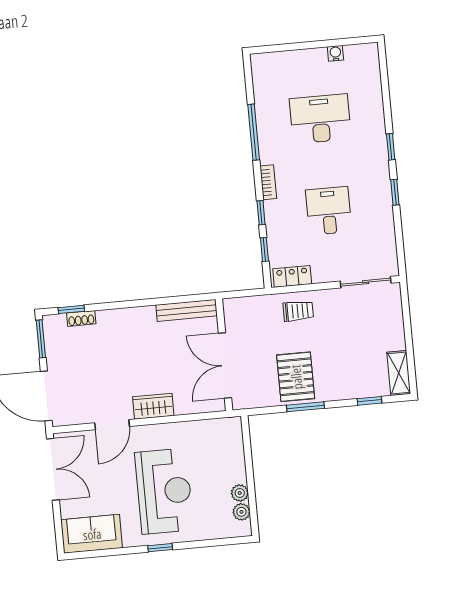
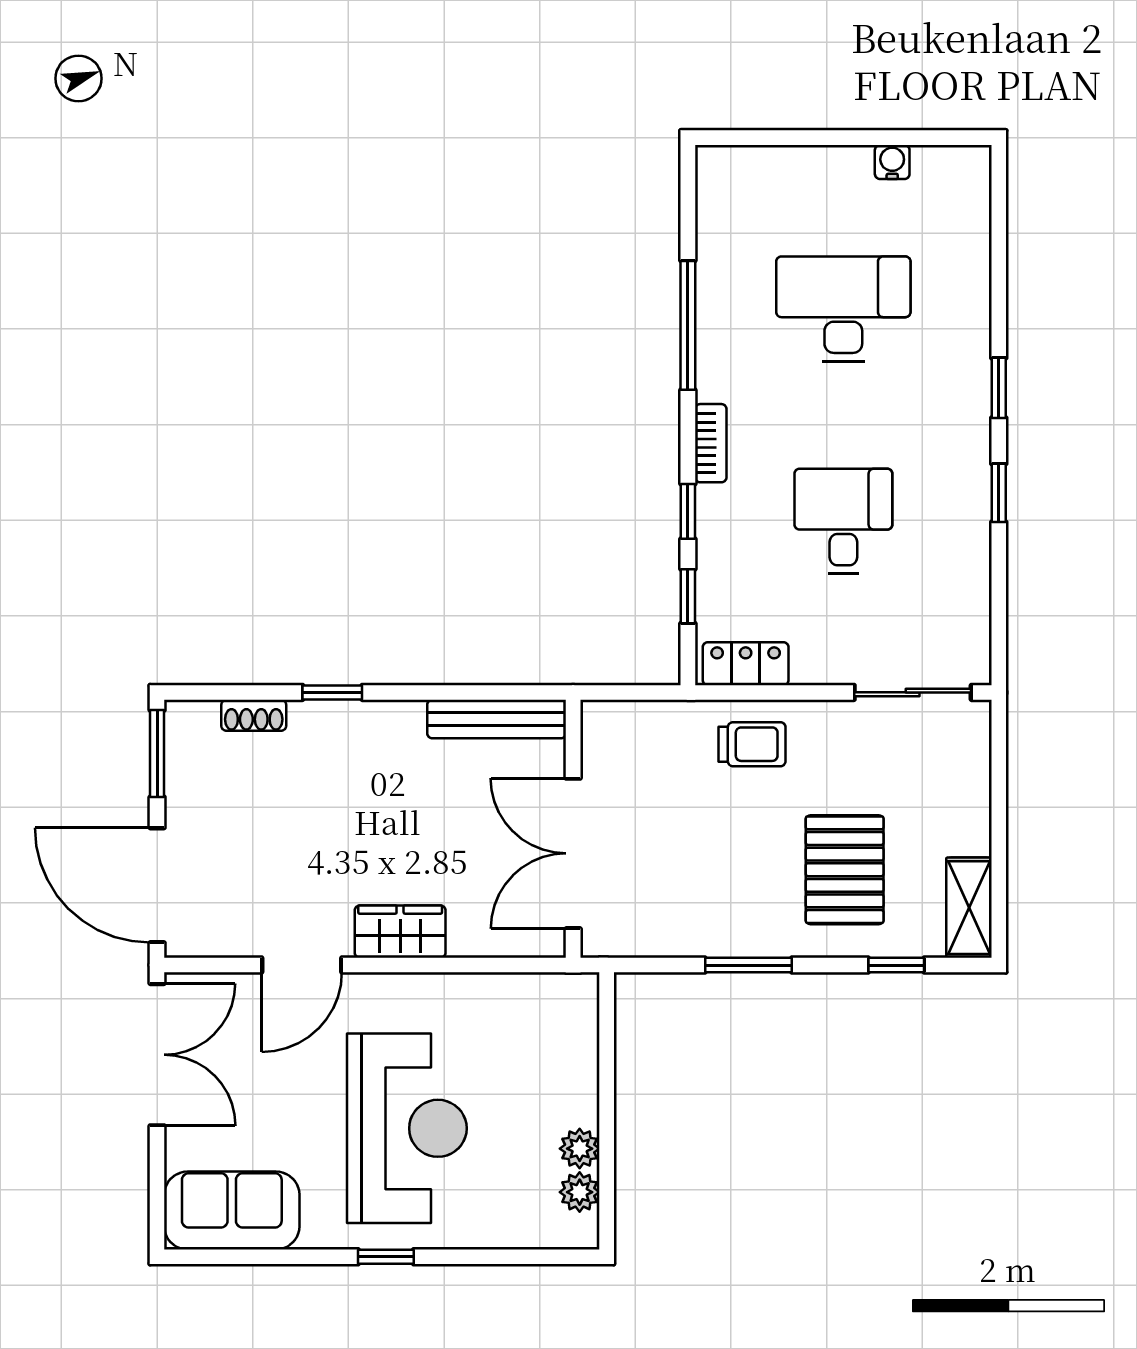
window: (71, 309) -> (332, 692), moved
pallet: (296, 377) -> (845, 870), moved

